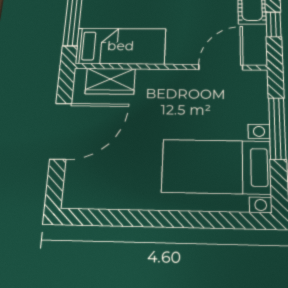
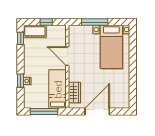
door: (221, 67) -> (67, 56), moved
door: (61, 131) -> (97, 111), hinge flipped

